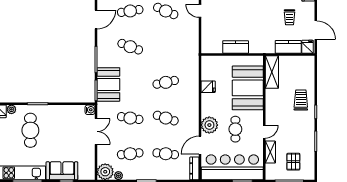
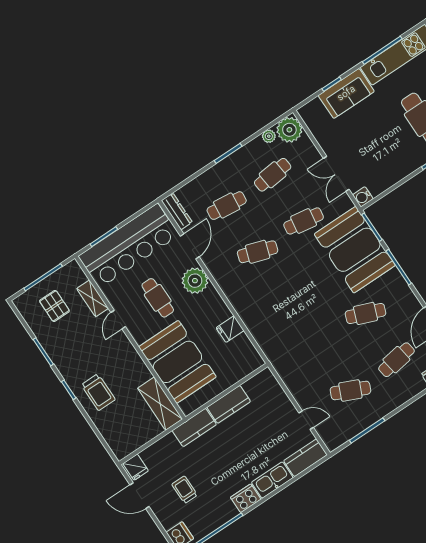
kitchen counter: (288, 47) -> (194, 427), moved
cafe table: (166, 82) -> (289, 298), removed
booth: (108, 84) -> (355, 250), width x1.36, depth x1.42

